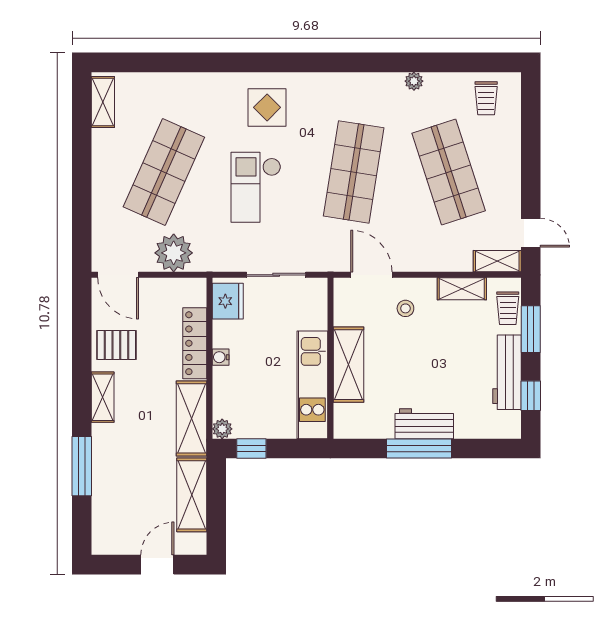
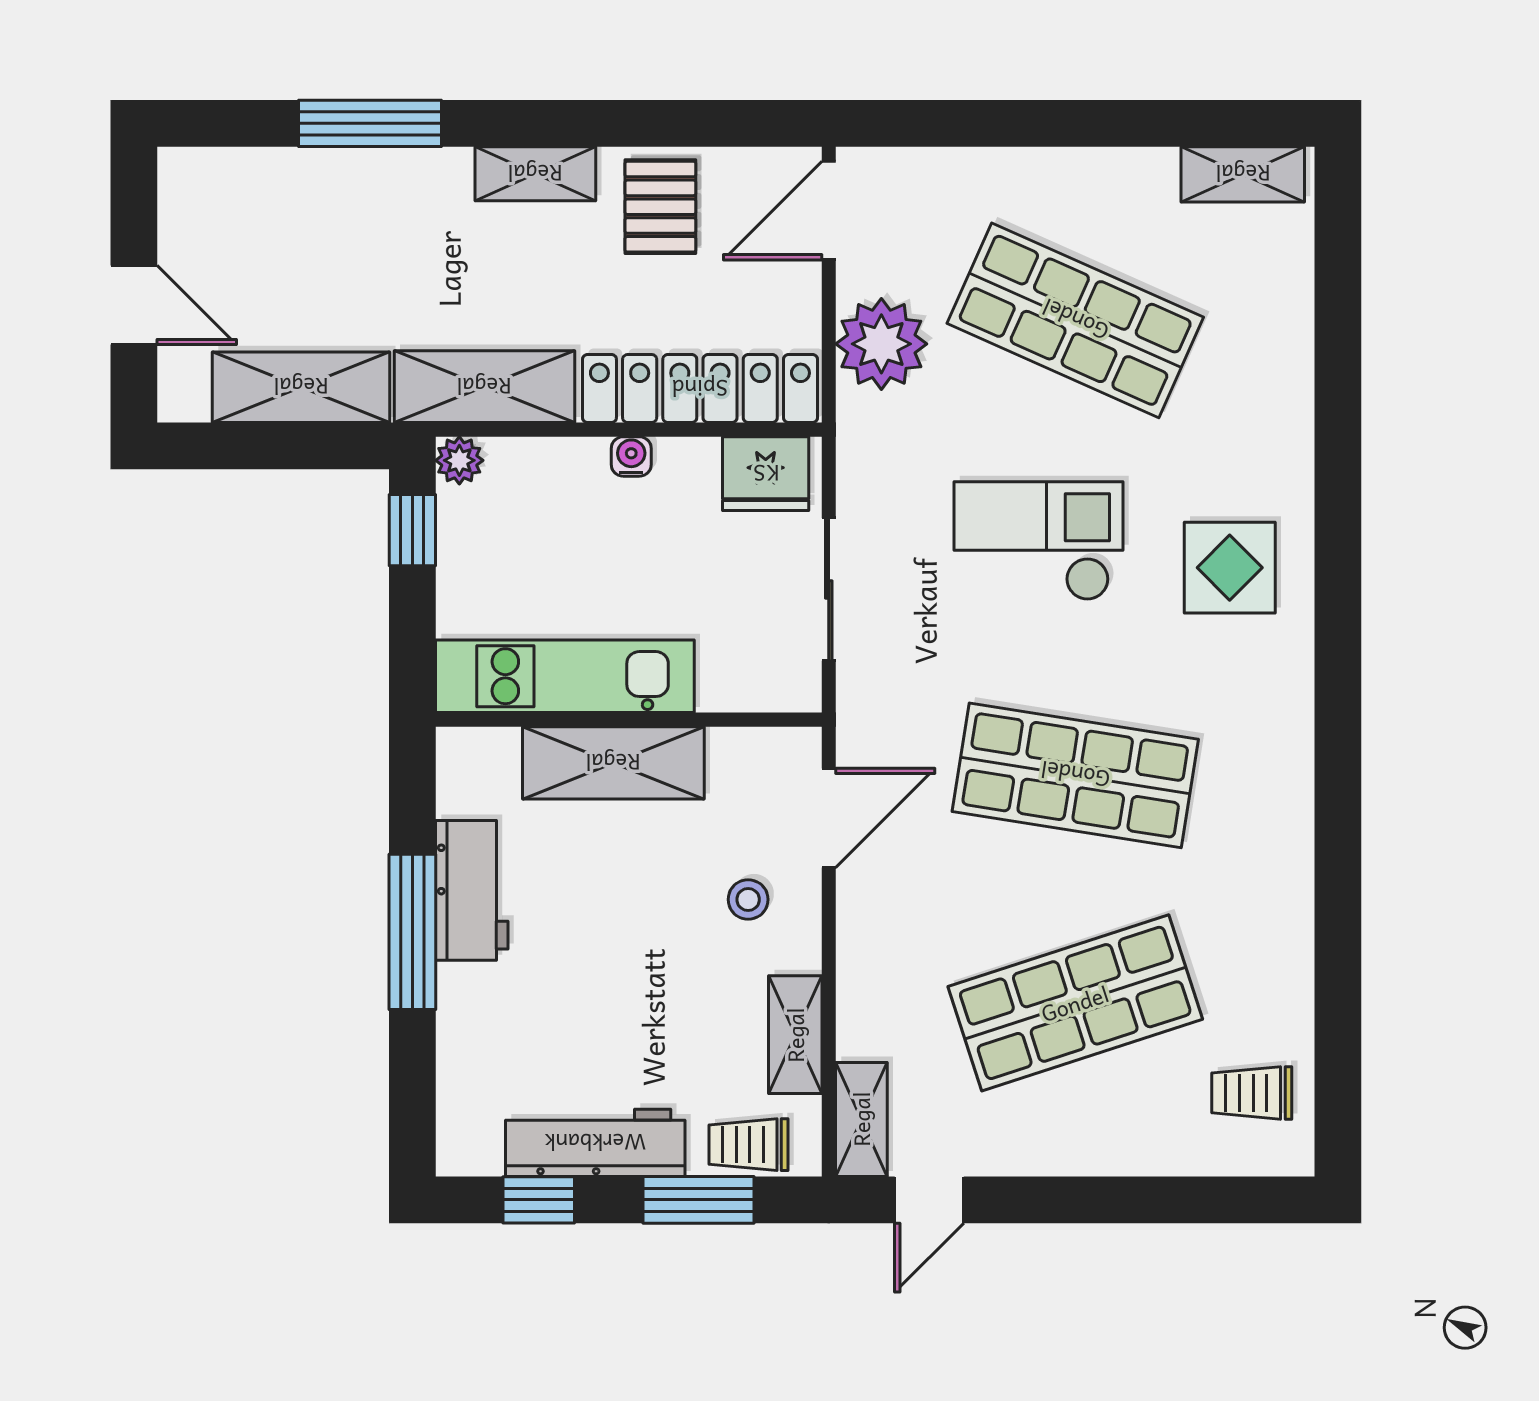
plant: (414, 81) -> (1293, 920), removed
locker: (195, 343) -> (700, 389), width x1.41, depth x1.21
workbench: (424, 424) -> (472, 890), moved

